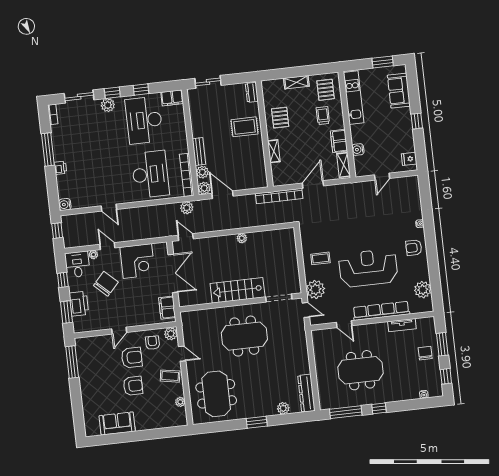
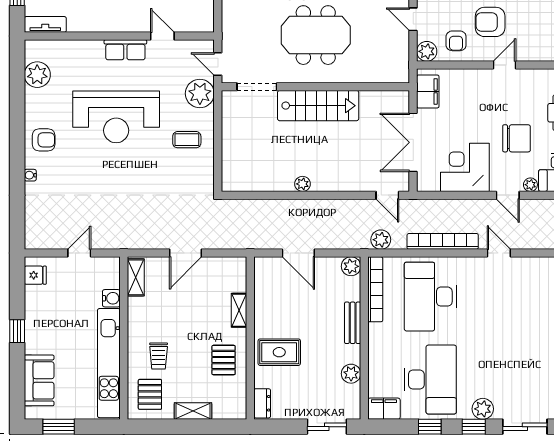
kitchen unit: (354, 98) -> (109, 363), width x1.36
filing cabinet: (339, 141) -> (139, 314), removed
plant: (202, 172) -> (351, 374), moved
door: (222, 195) -> (298, 253), moved
bookcase: (279, 196) -> (443, 241), moved
chair: (106, 284) -> (517, 138), turned -133
row of seats: (381, 311) -> (125, 50), width x0.50
tv unit: (402, 325) -> (45, 24), moved

